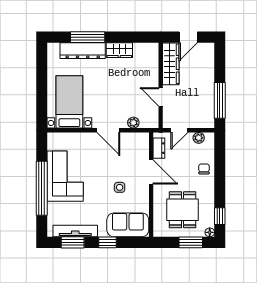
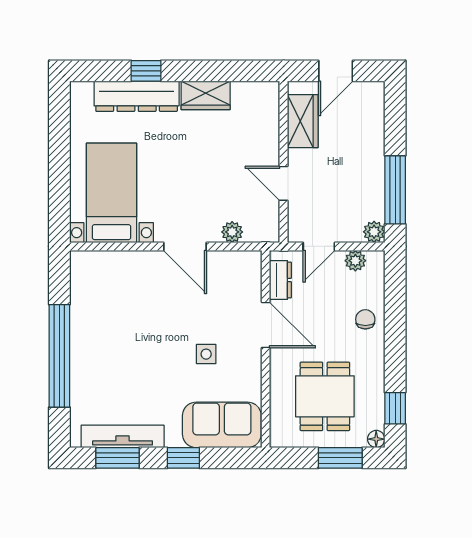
window: (88, 37) -> (146, 71), width x0.46
wardrobe: (171, 64) -> (303, 121), width x0.67
plant: (209, 123) -> (374, 232), added
corner sofa: (65, 176) -> (103, 333), removed

